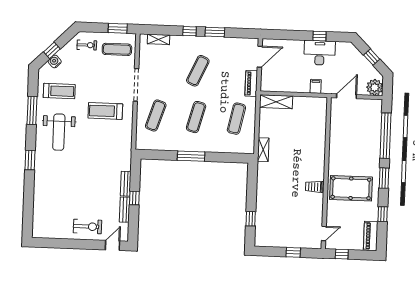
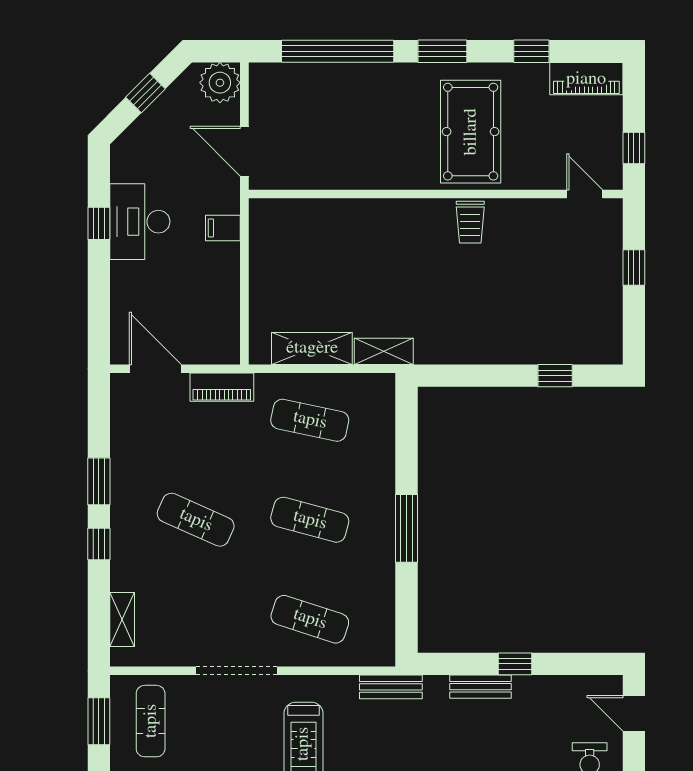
shelving: (276, 102) -> (312, 348), moved, turned 90
bench: (125, 210) -> (391, 687), moved

